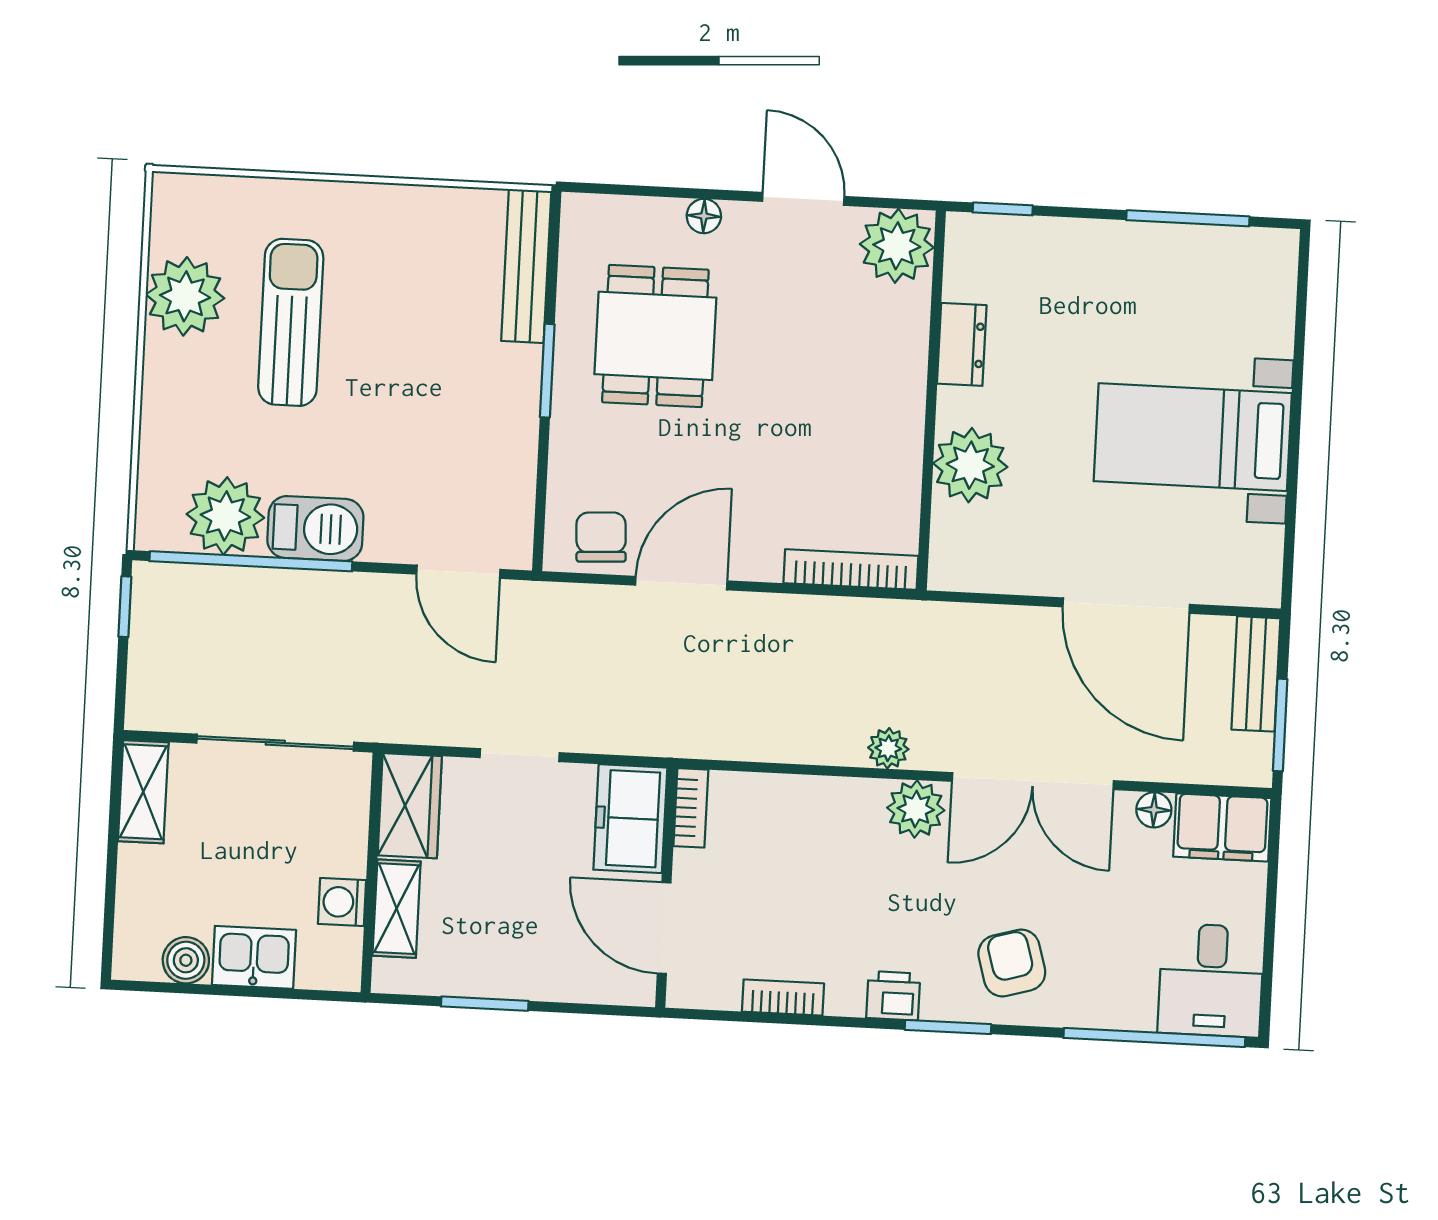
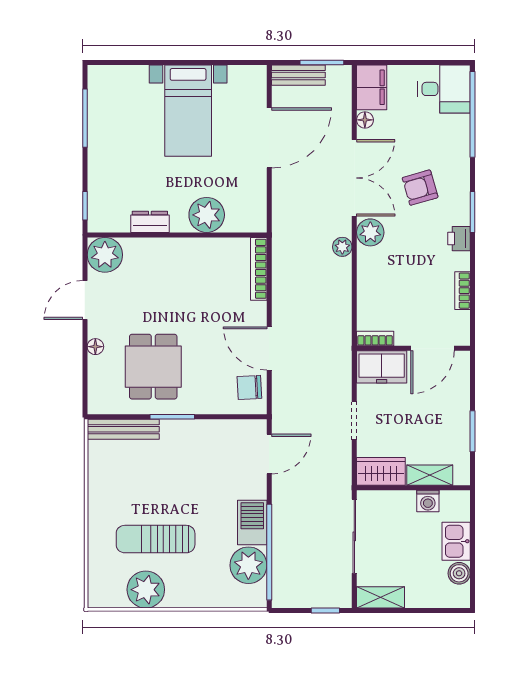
dining table: (655, 336) -> (153, 367), turned 90
window: (125, 607) -> (325, 611), moved
armchair: (1012, 963) -> (420, 188), moved

